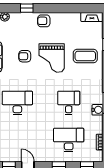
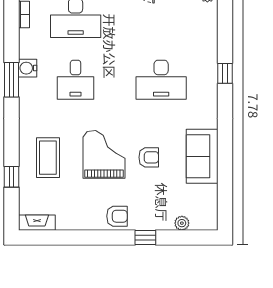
coffee table: (85, 56) -> (48, 158), turned 90

